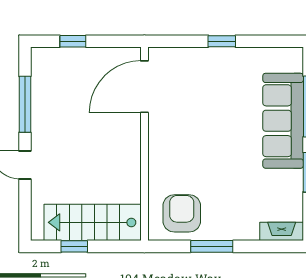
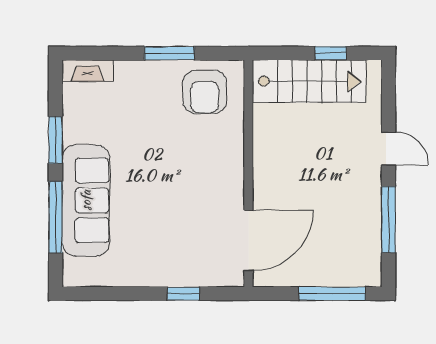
window: (73, 41) -> (332, 294), width x2.17
window: (222, 41) -> (183, 294), moved

